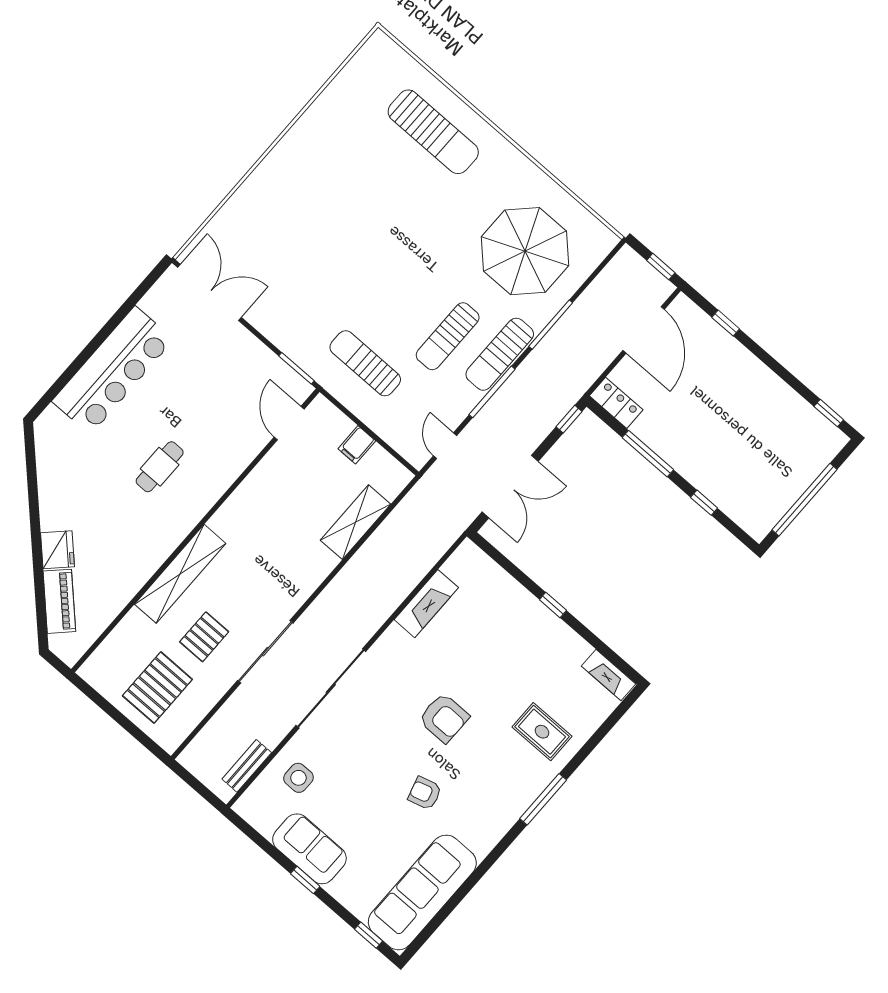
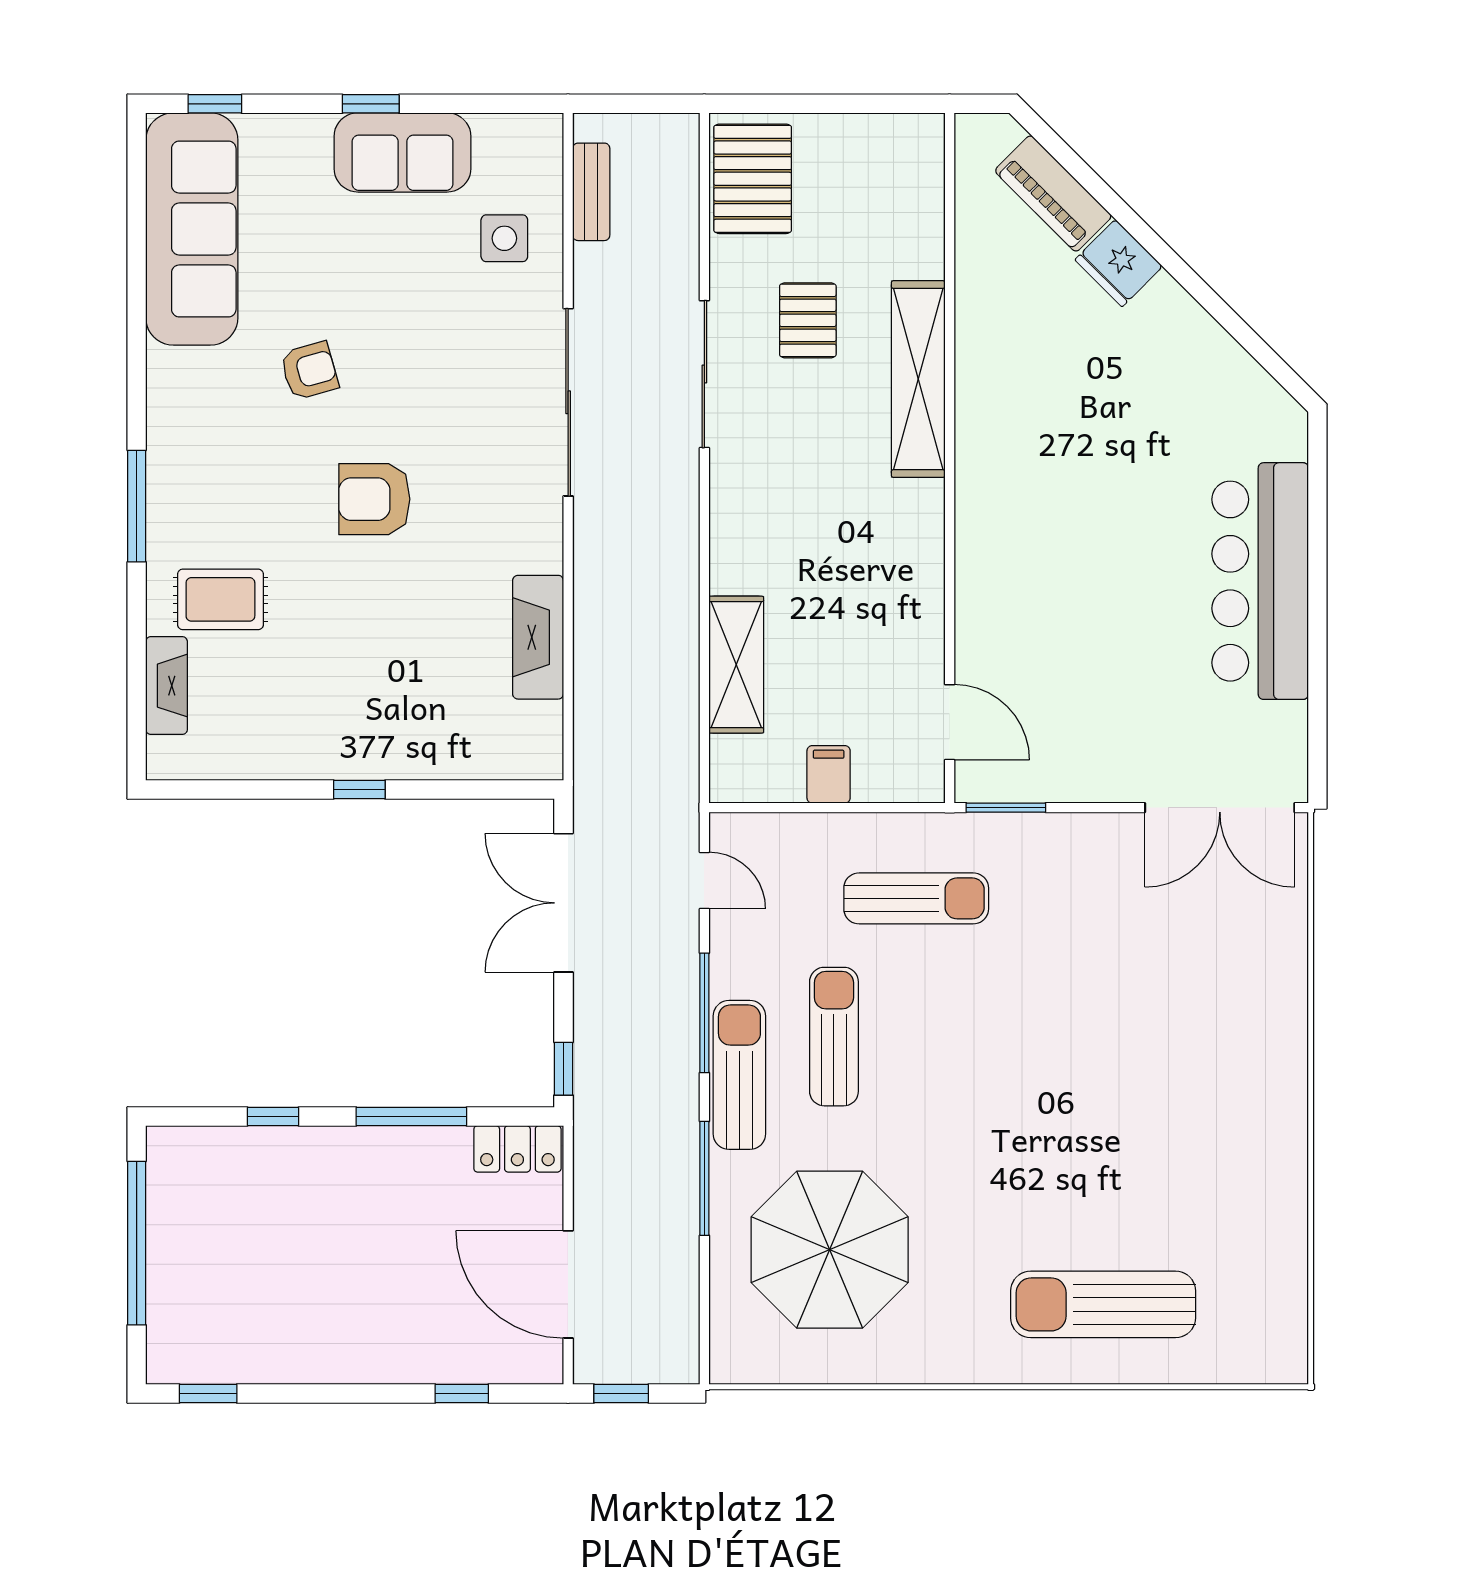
cafe table: (160, 467) -> (1077, 503), removed
fireplace: (609, 675) -> (167, 686), moved, turned 90
pallet: (157, 688) -> (753, 179), moved

